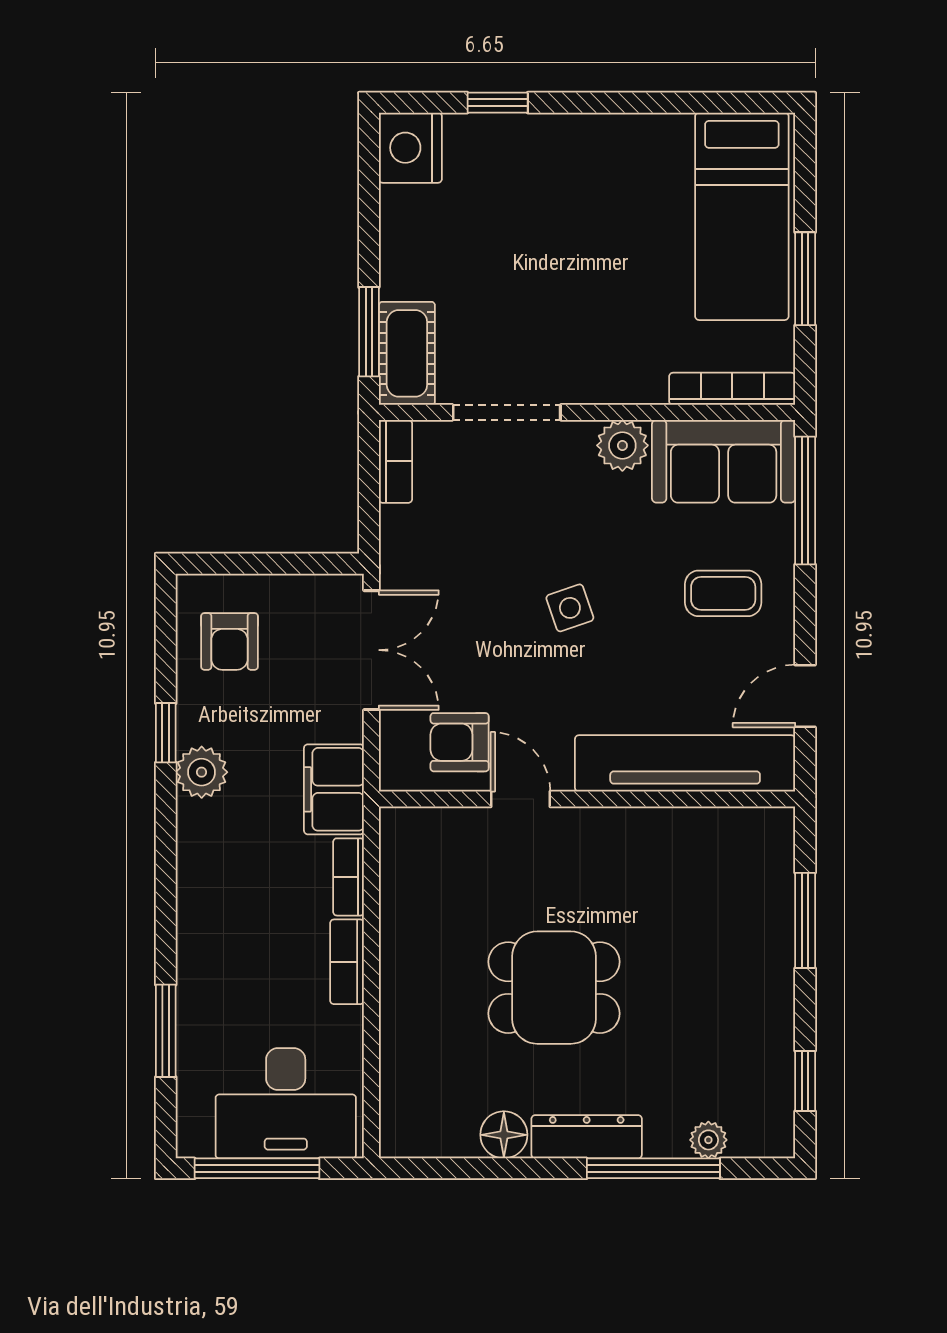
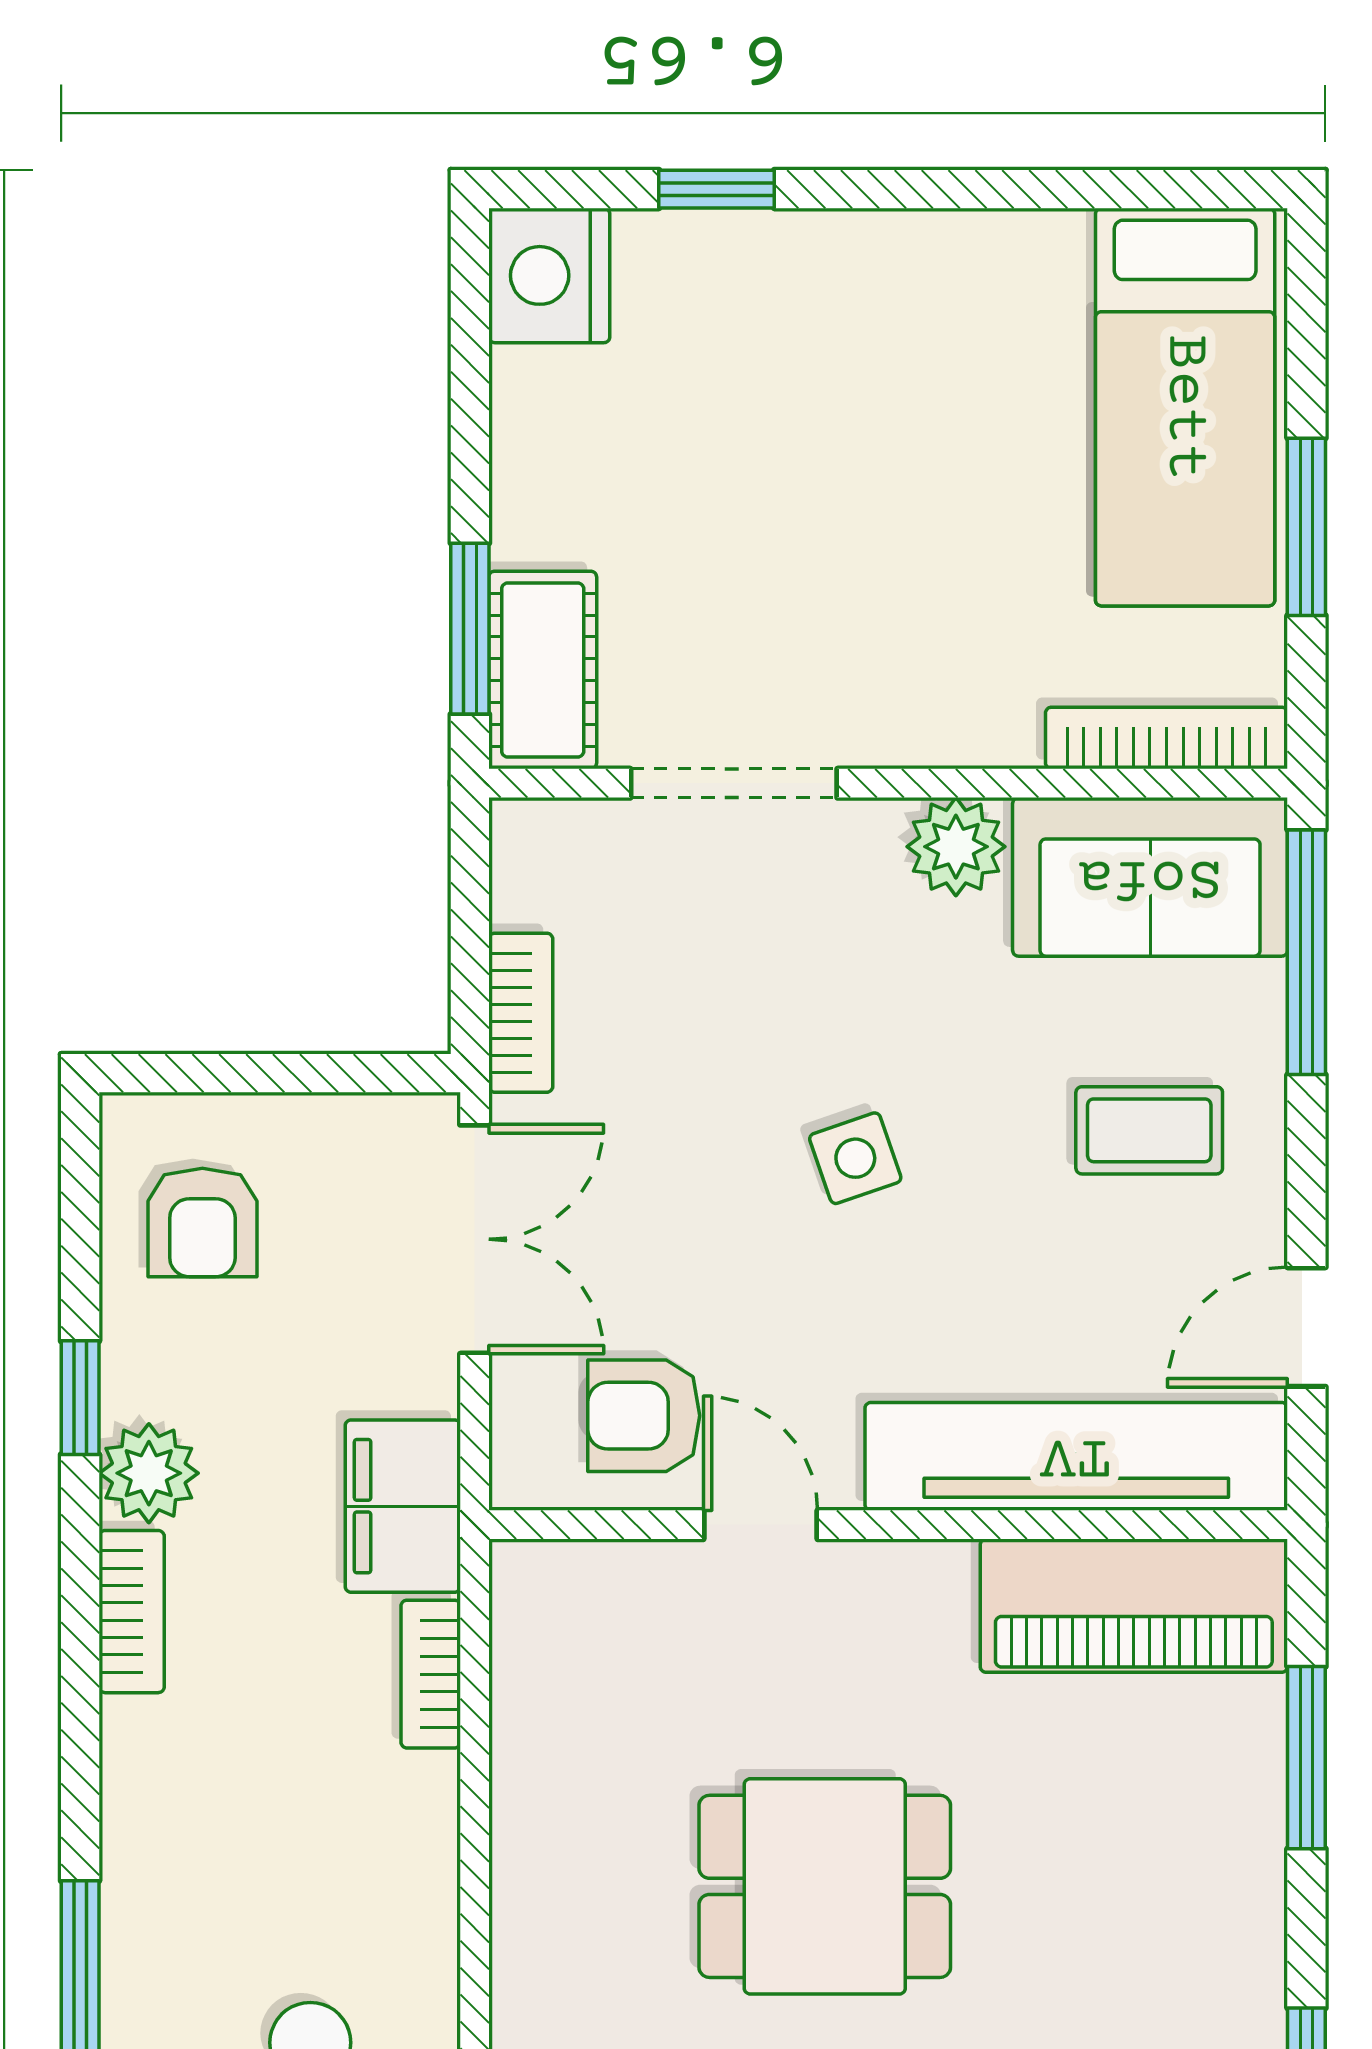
bookcase: (395, 461) -> (521, 1013), moved
piano: (715, 841) -> (1134, 1606), added
bookcase: (347, 962) -> (132, 1612), moved, turned 180

